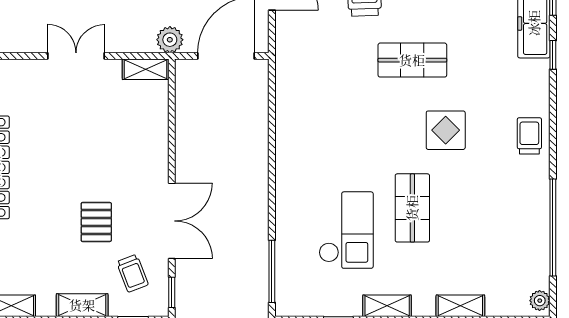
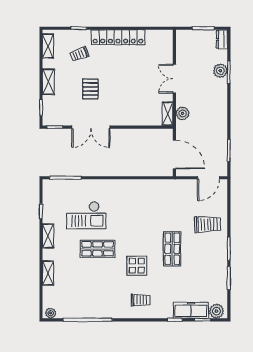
plant: (170, 40) -> (183, 113), moved
double door: (76, 56) -> (174, 79), swing flipped
trolley: (529, 136) -> (141, 300), moved
pallet: (96, 222) -> (90, 89), turned 90
trolley: (132, 273) -> (79, 54), moved

